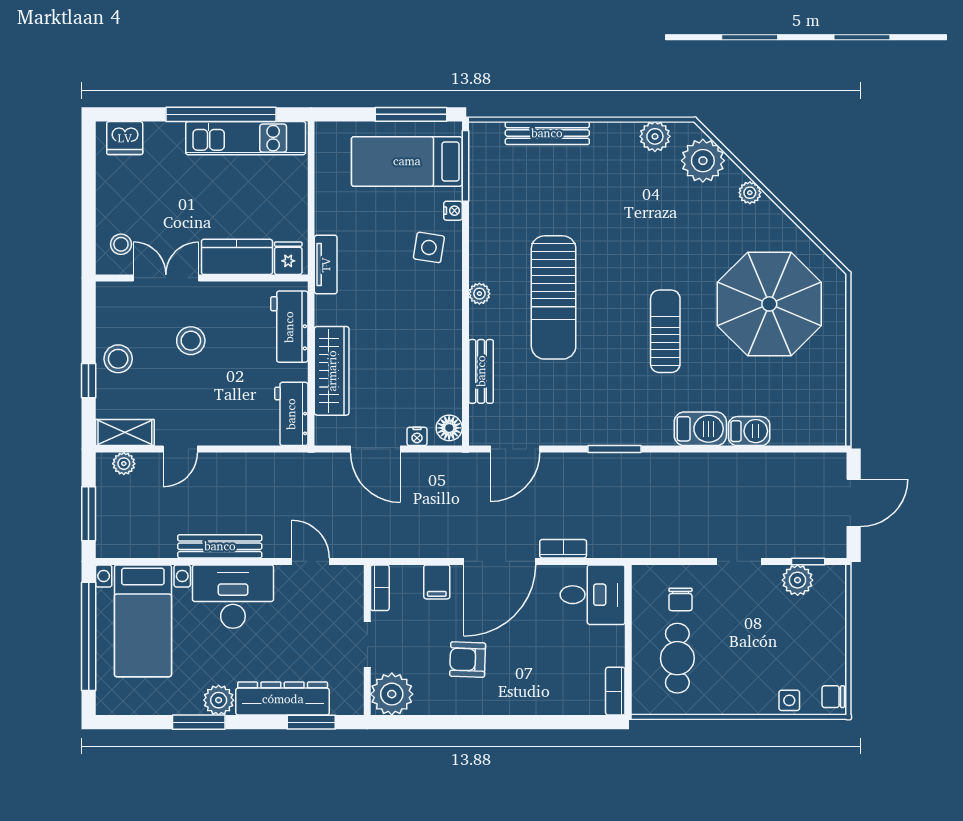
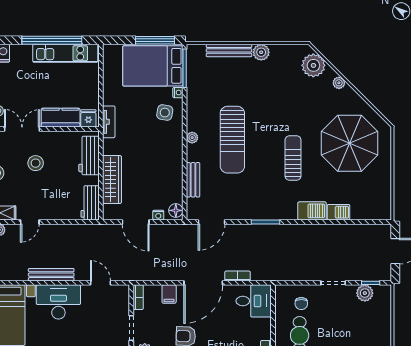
plant: (655, 136) -> (261, 52), moved
bed: (407, 161) -> (153, 66), width x1.50

